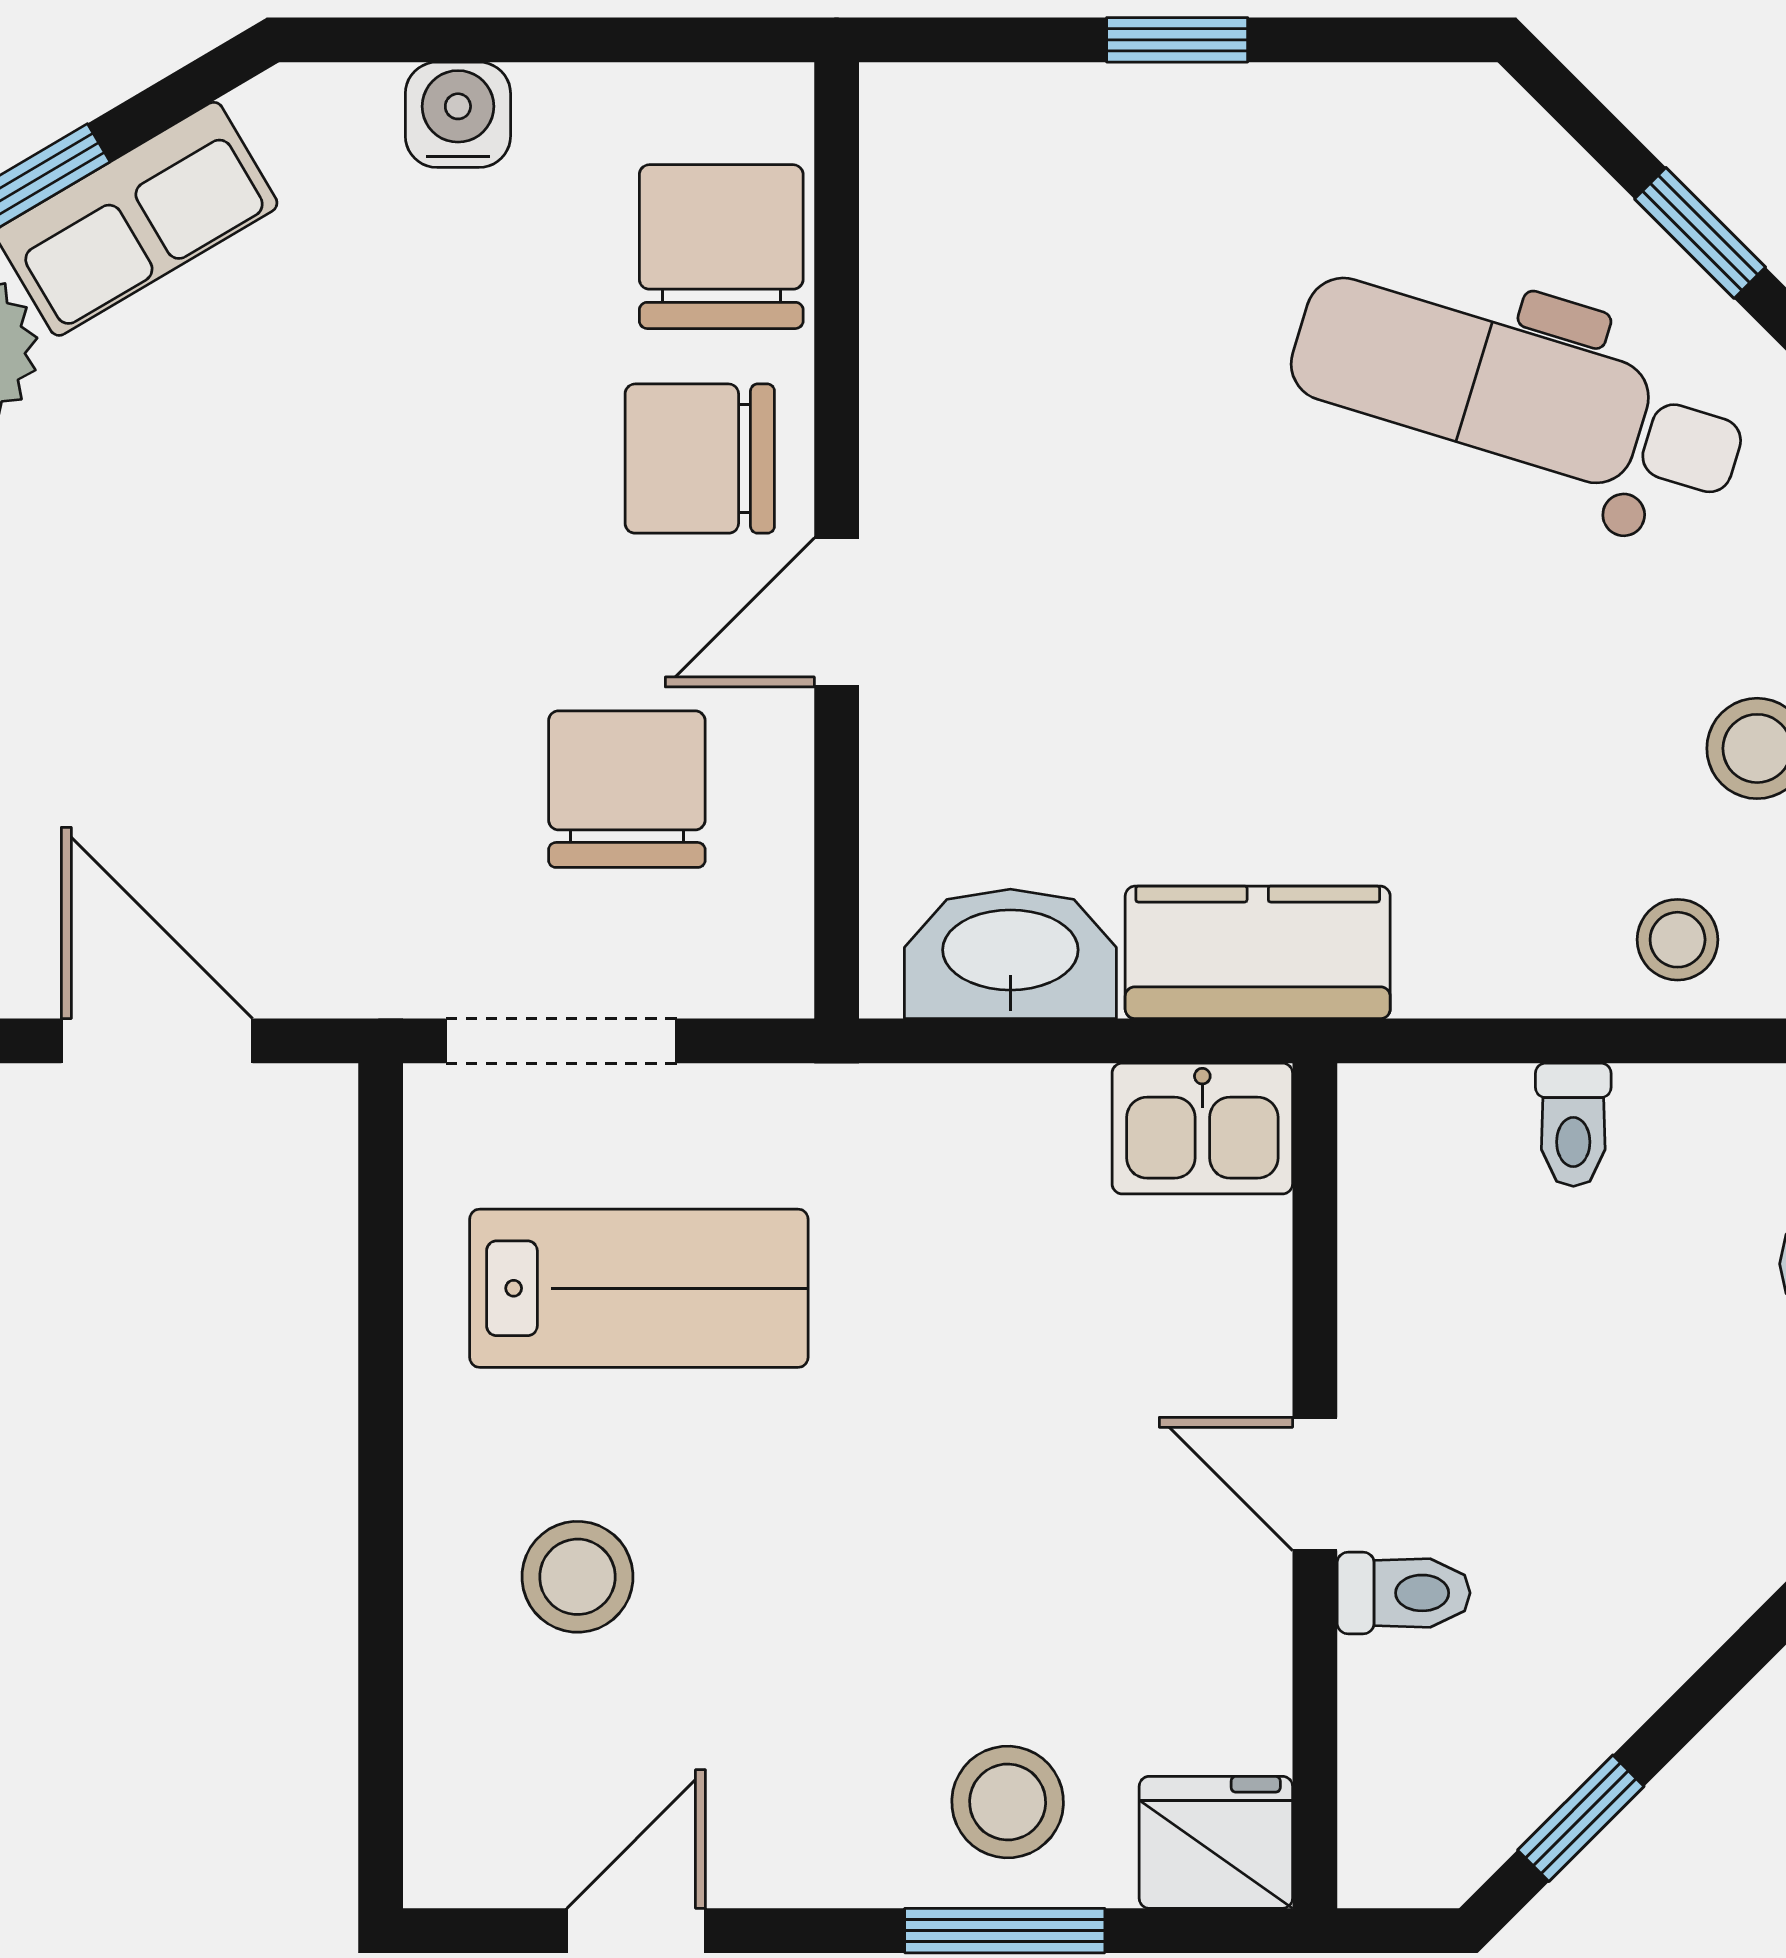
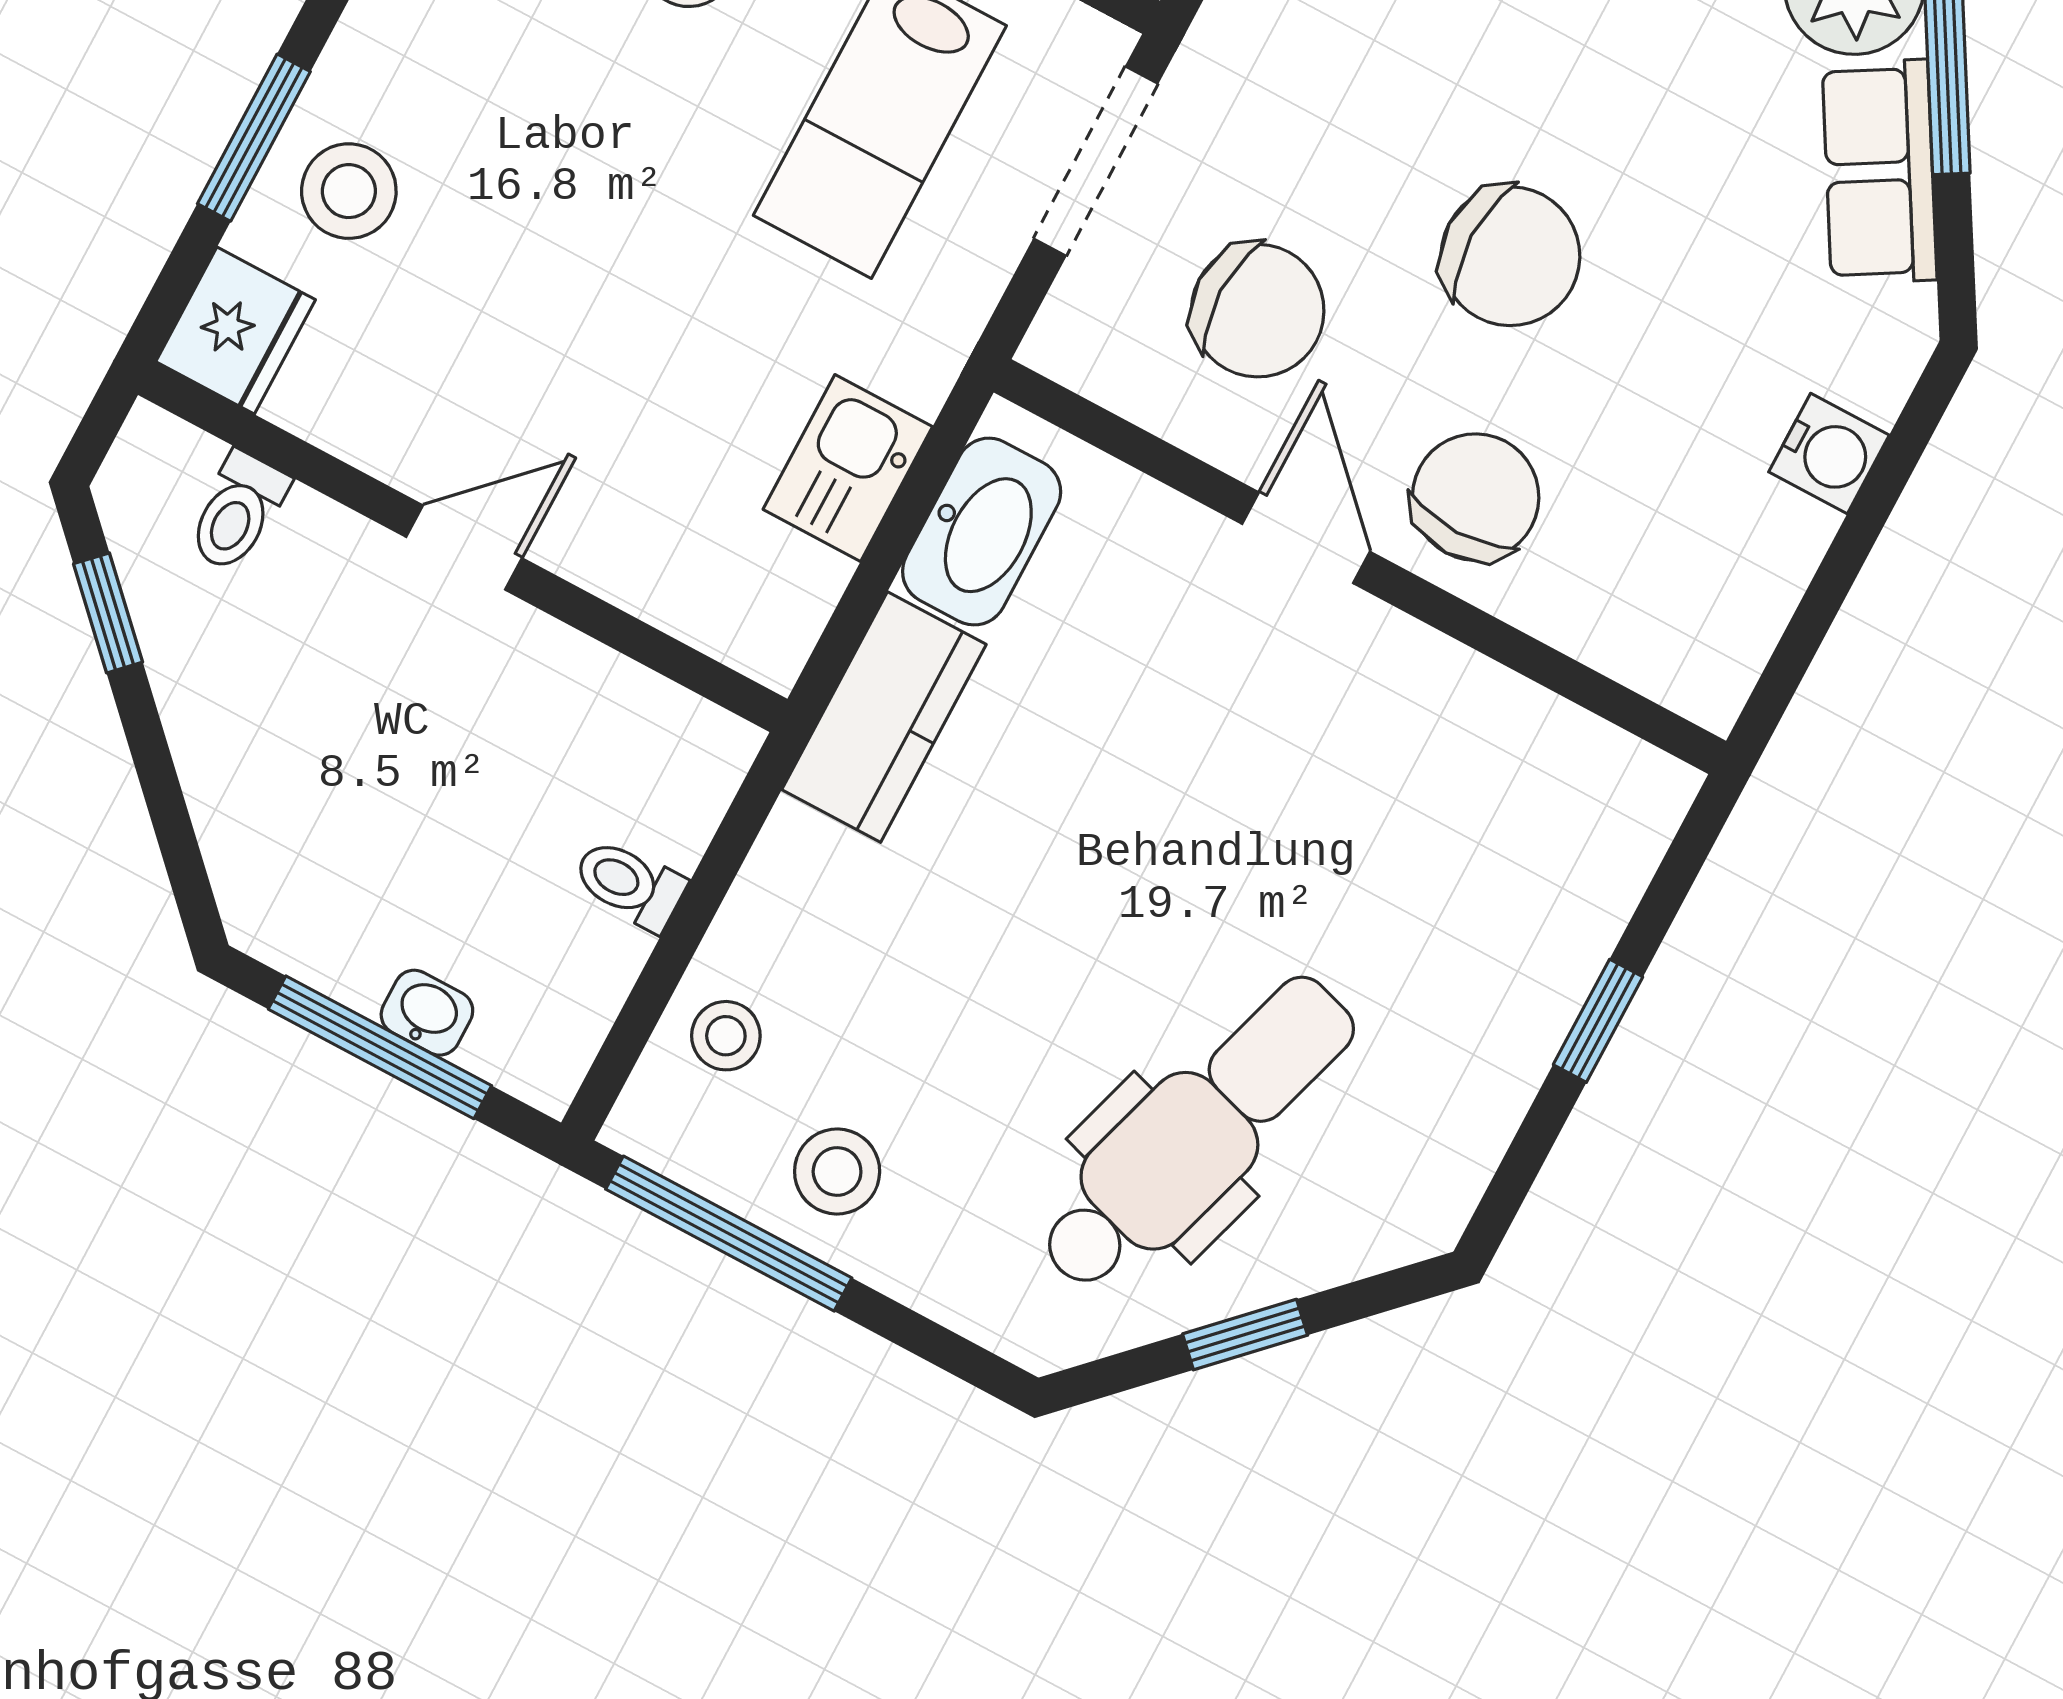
chair: (721, 247) -> (1510, 256), moved
kitchen sink: (1202, 1128) -> (848, 468), moved
toilet: (1404, 1593) -> (238, 512), moved

